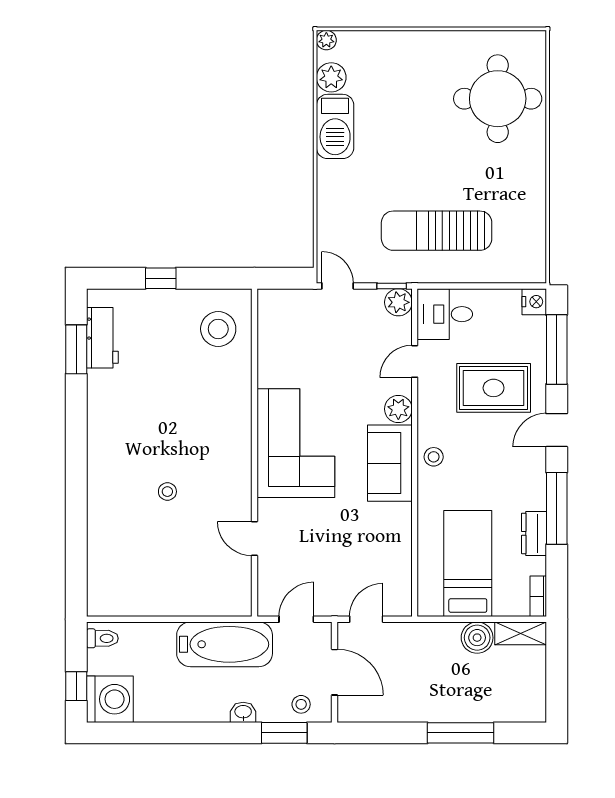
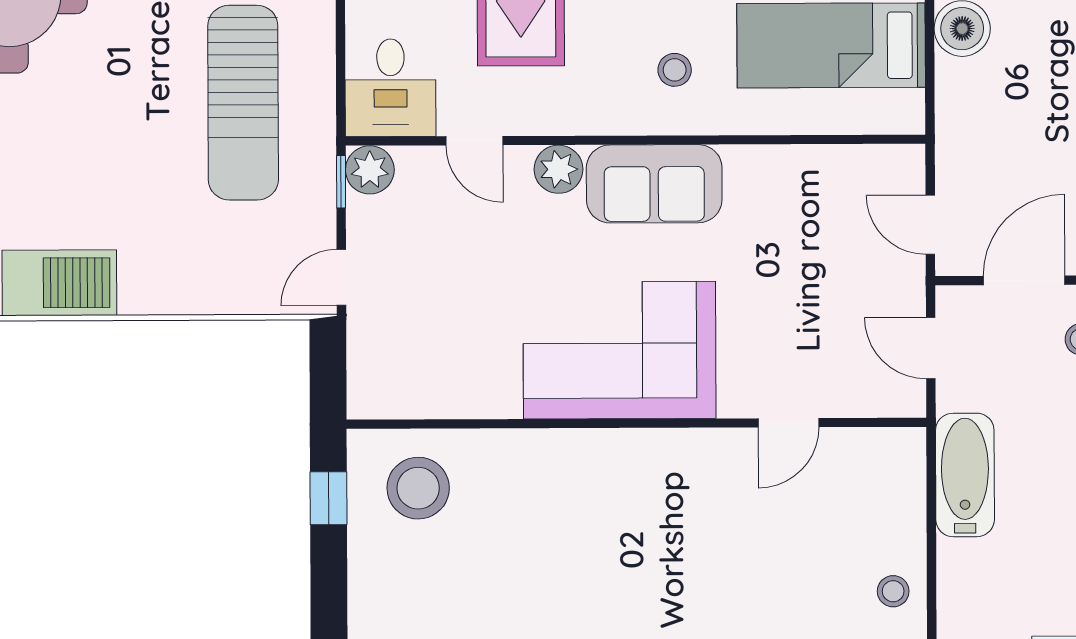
window: (161, 278) -> (328, 498), moved
stool: (434, 457) -> (675, 70), moved
stool: (167, 492) -> (893, 591), moved
bathtub: (225, 644) -> (965, 475), width x0.73, depth x0.73

